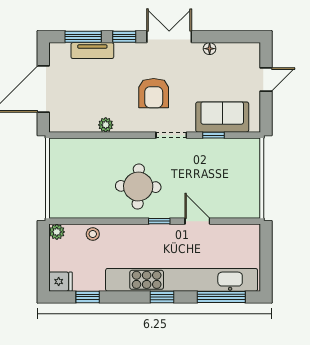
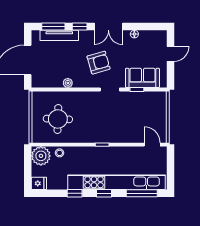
double door: (169, 37) -> (108, 27), swing flipped
tv unit: (92, 51) -> (59, 35), width x1.41
armchair: (154, 93) -> (99, 63), turned -106
round table: (138, 186) -> (58, 119), moved
door: (197, 221) -> (152, 145), moved
plant: (57, 232) -> (41, 156), width x1.87, depth x1.87
window: (88, 297) -> (75, 193), moved

